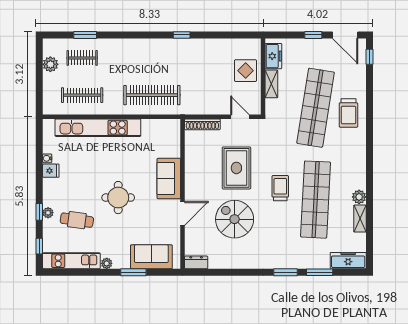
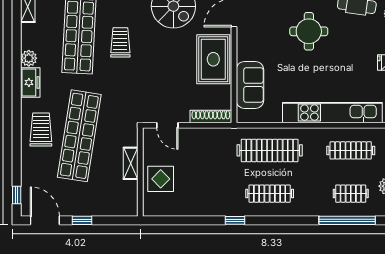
window: (85, 35) -> (347, 220), width x2.11
freezer: (273, 56) -> (30, 82), moved, turned 180
clothes rail: (152, 58) -> (270, 194), added
rug: (236, 168) -> (213, 59), moved
sofa: (169, 178) -> (250, 85), moved
trolley: (280, 188) -> (120, 42), turned 180
plant: (359, 197) -> (29, 58), moved

